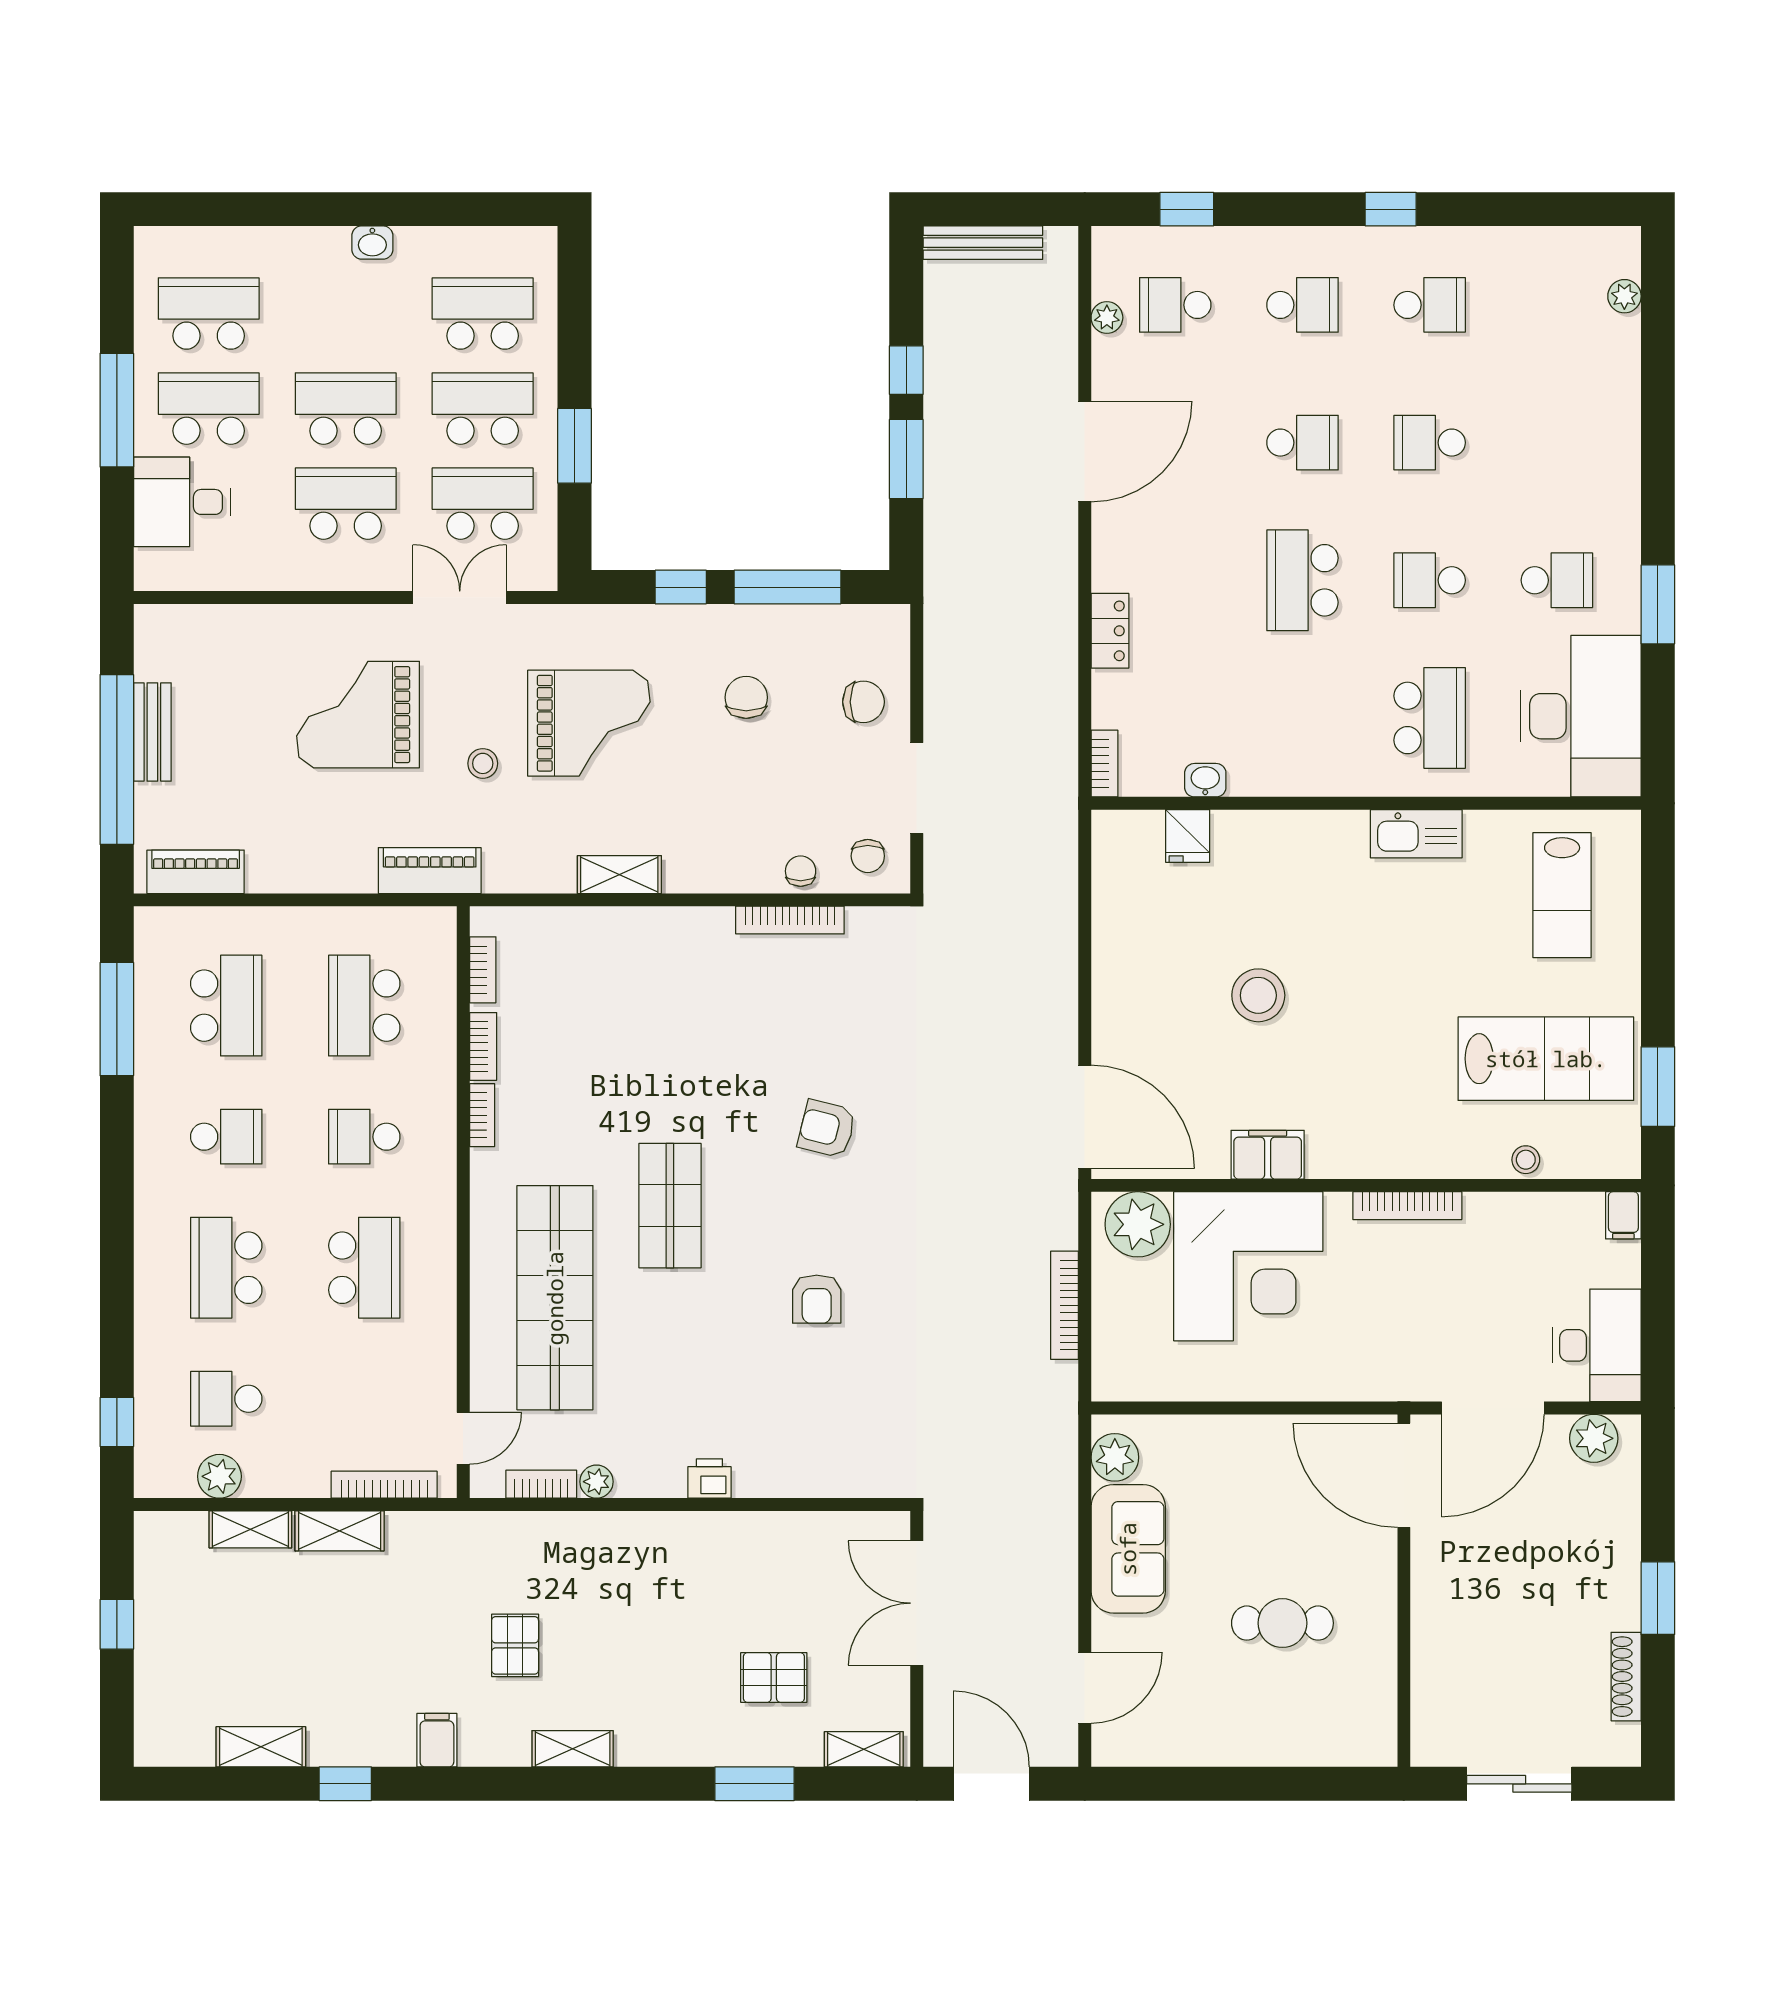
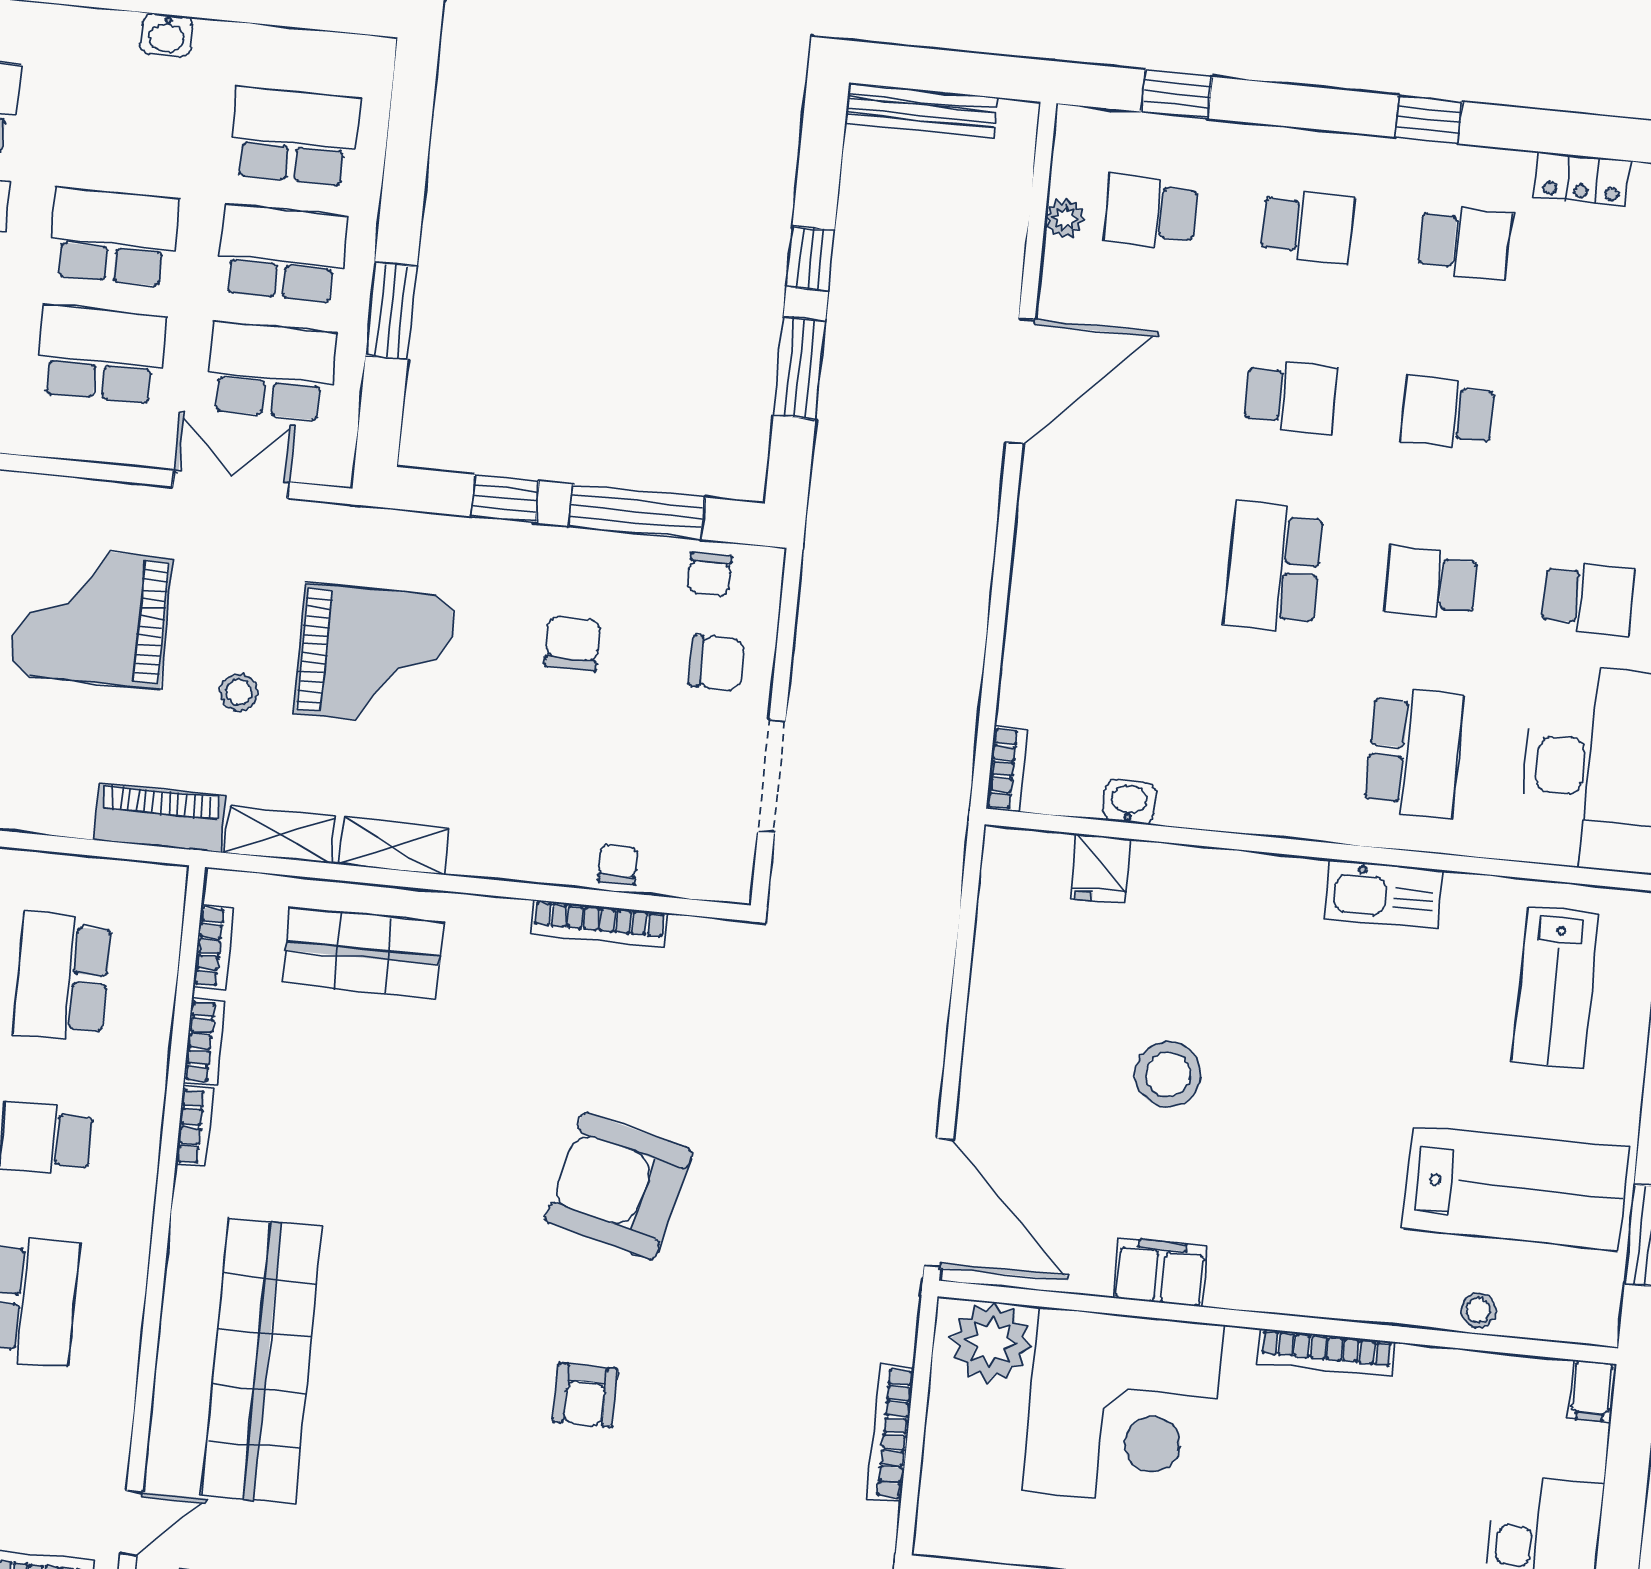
locker: (1110, 631) -> (1582, 179), moved, turned 90
chair: (868, 856) -> (710, 574), moved
shelving: (527, 874) -> (280, 834), added
armchair: (827, 1129) -> (619, 1186), width x1.88, depth x1.88
shop shelf: (670, 1206) -> (363, 953), moved, turned 90

